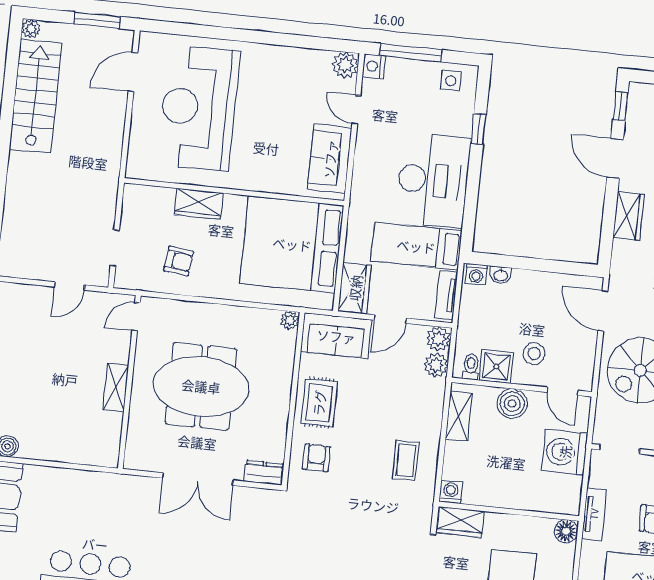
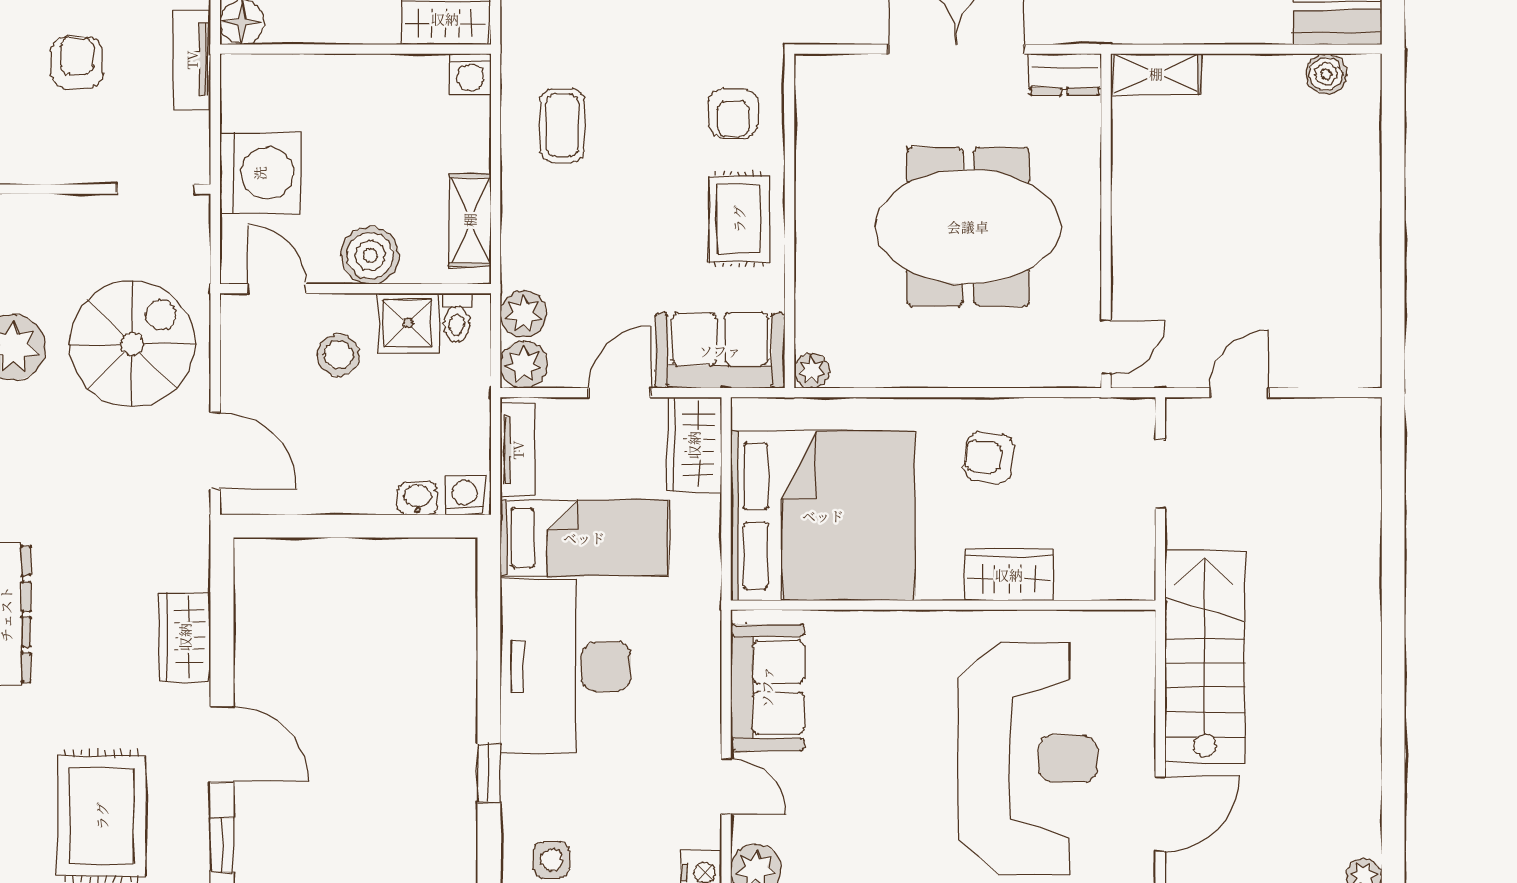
stairs: (35, 96) -> (1205, 656), moved, turned 180
armchair: (179, 261) -> (989, 458), moved
shelving: (116, 388) -> (1156, 74), moved, turned 90
dresser: (264, 473) -> (1065, 74), moved

